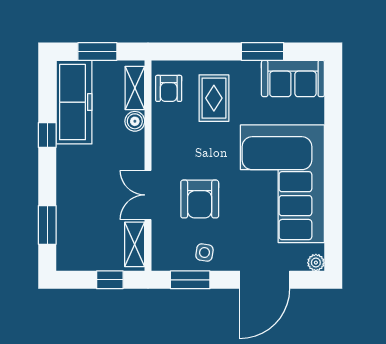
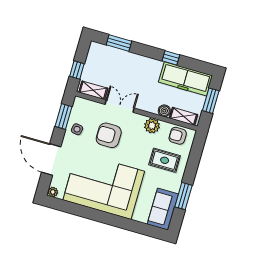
plant: (164, 134) -> (152, 126), added

